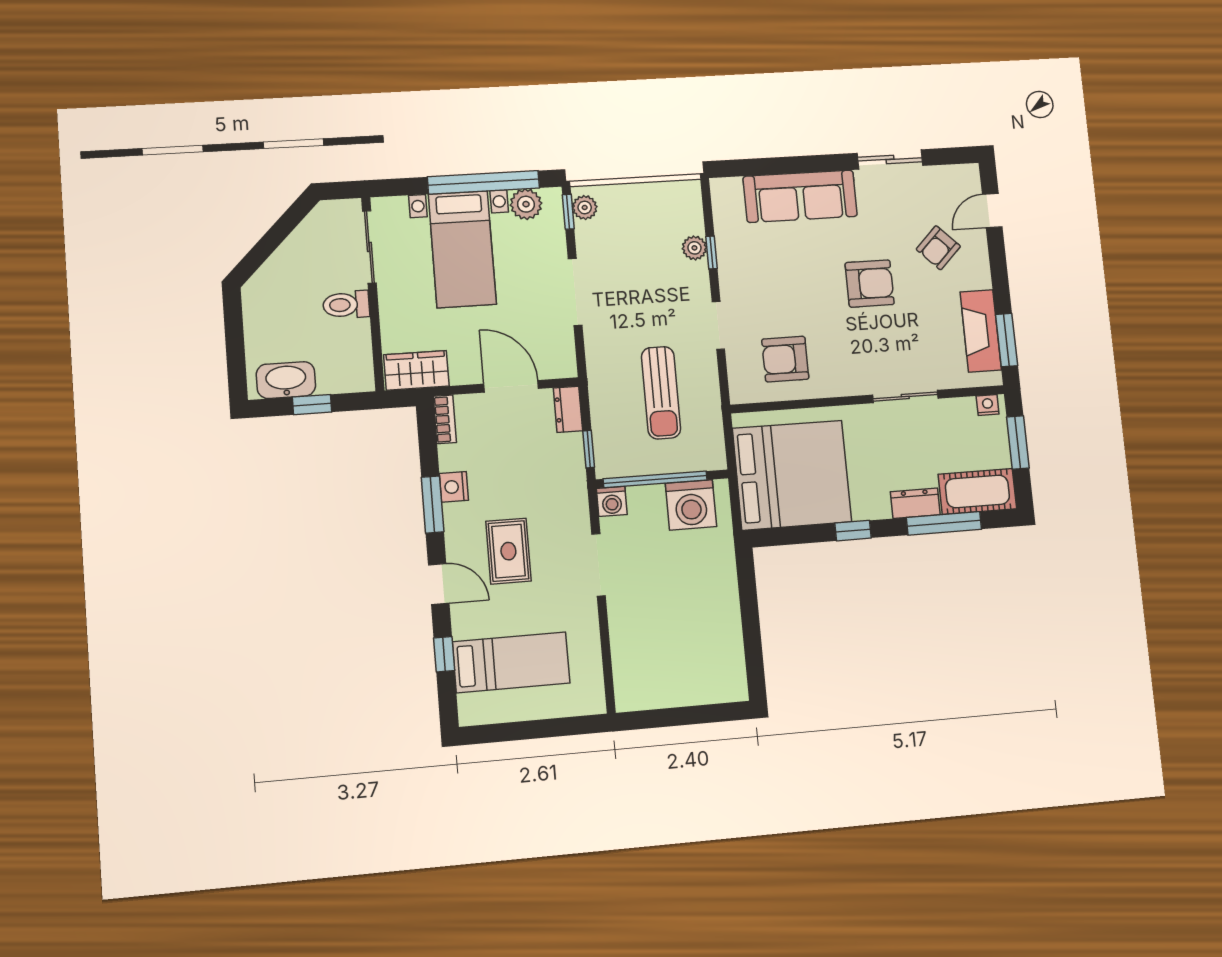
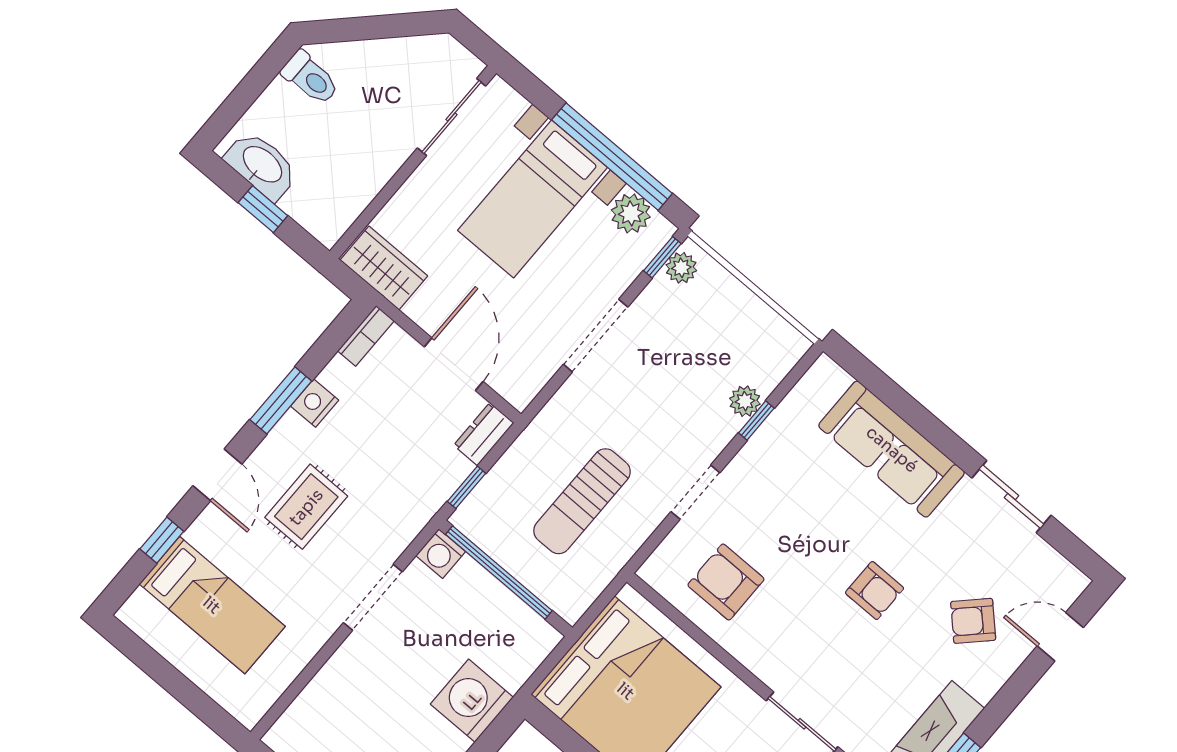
armchair: (870, 284) -> (875, 591), width x0.72, depth x0.72
toilet: (346, 305) -> (310, 78), moved, turned 180
washing machine: (691, 505) -> (472, 701), moved, turned 90

